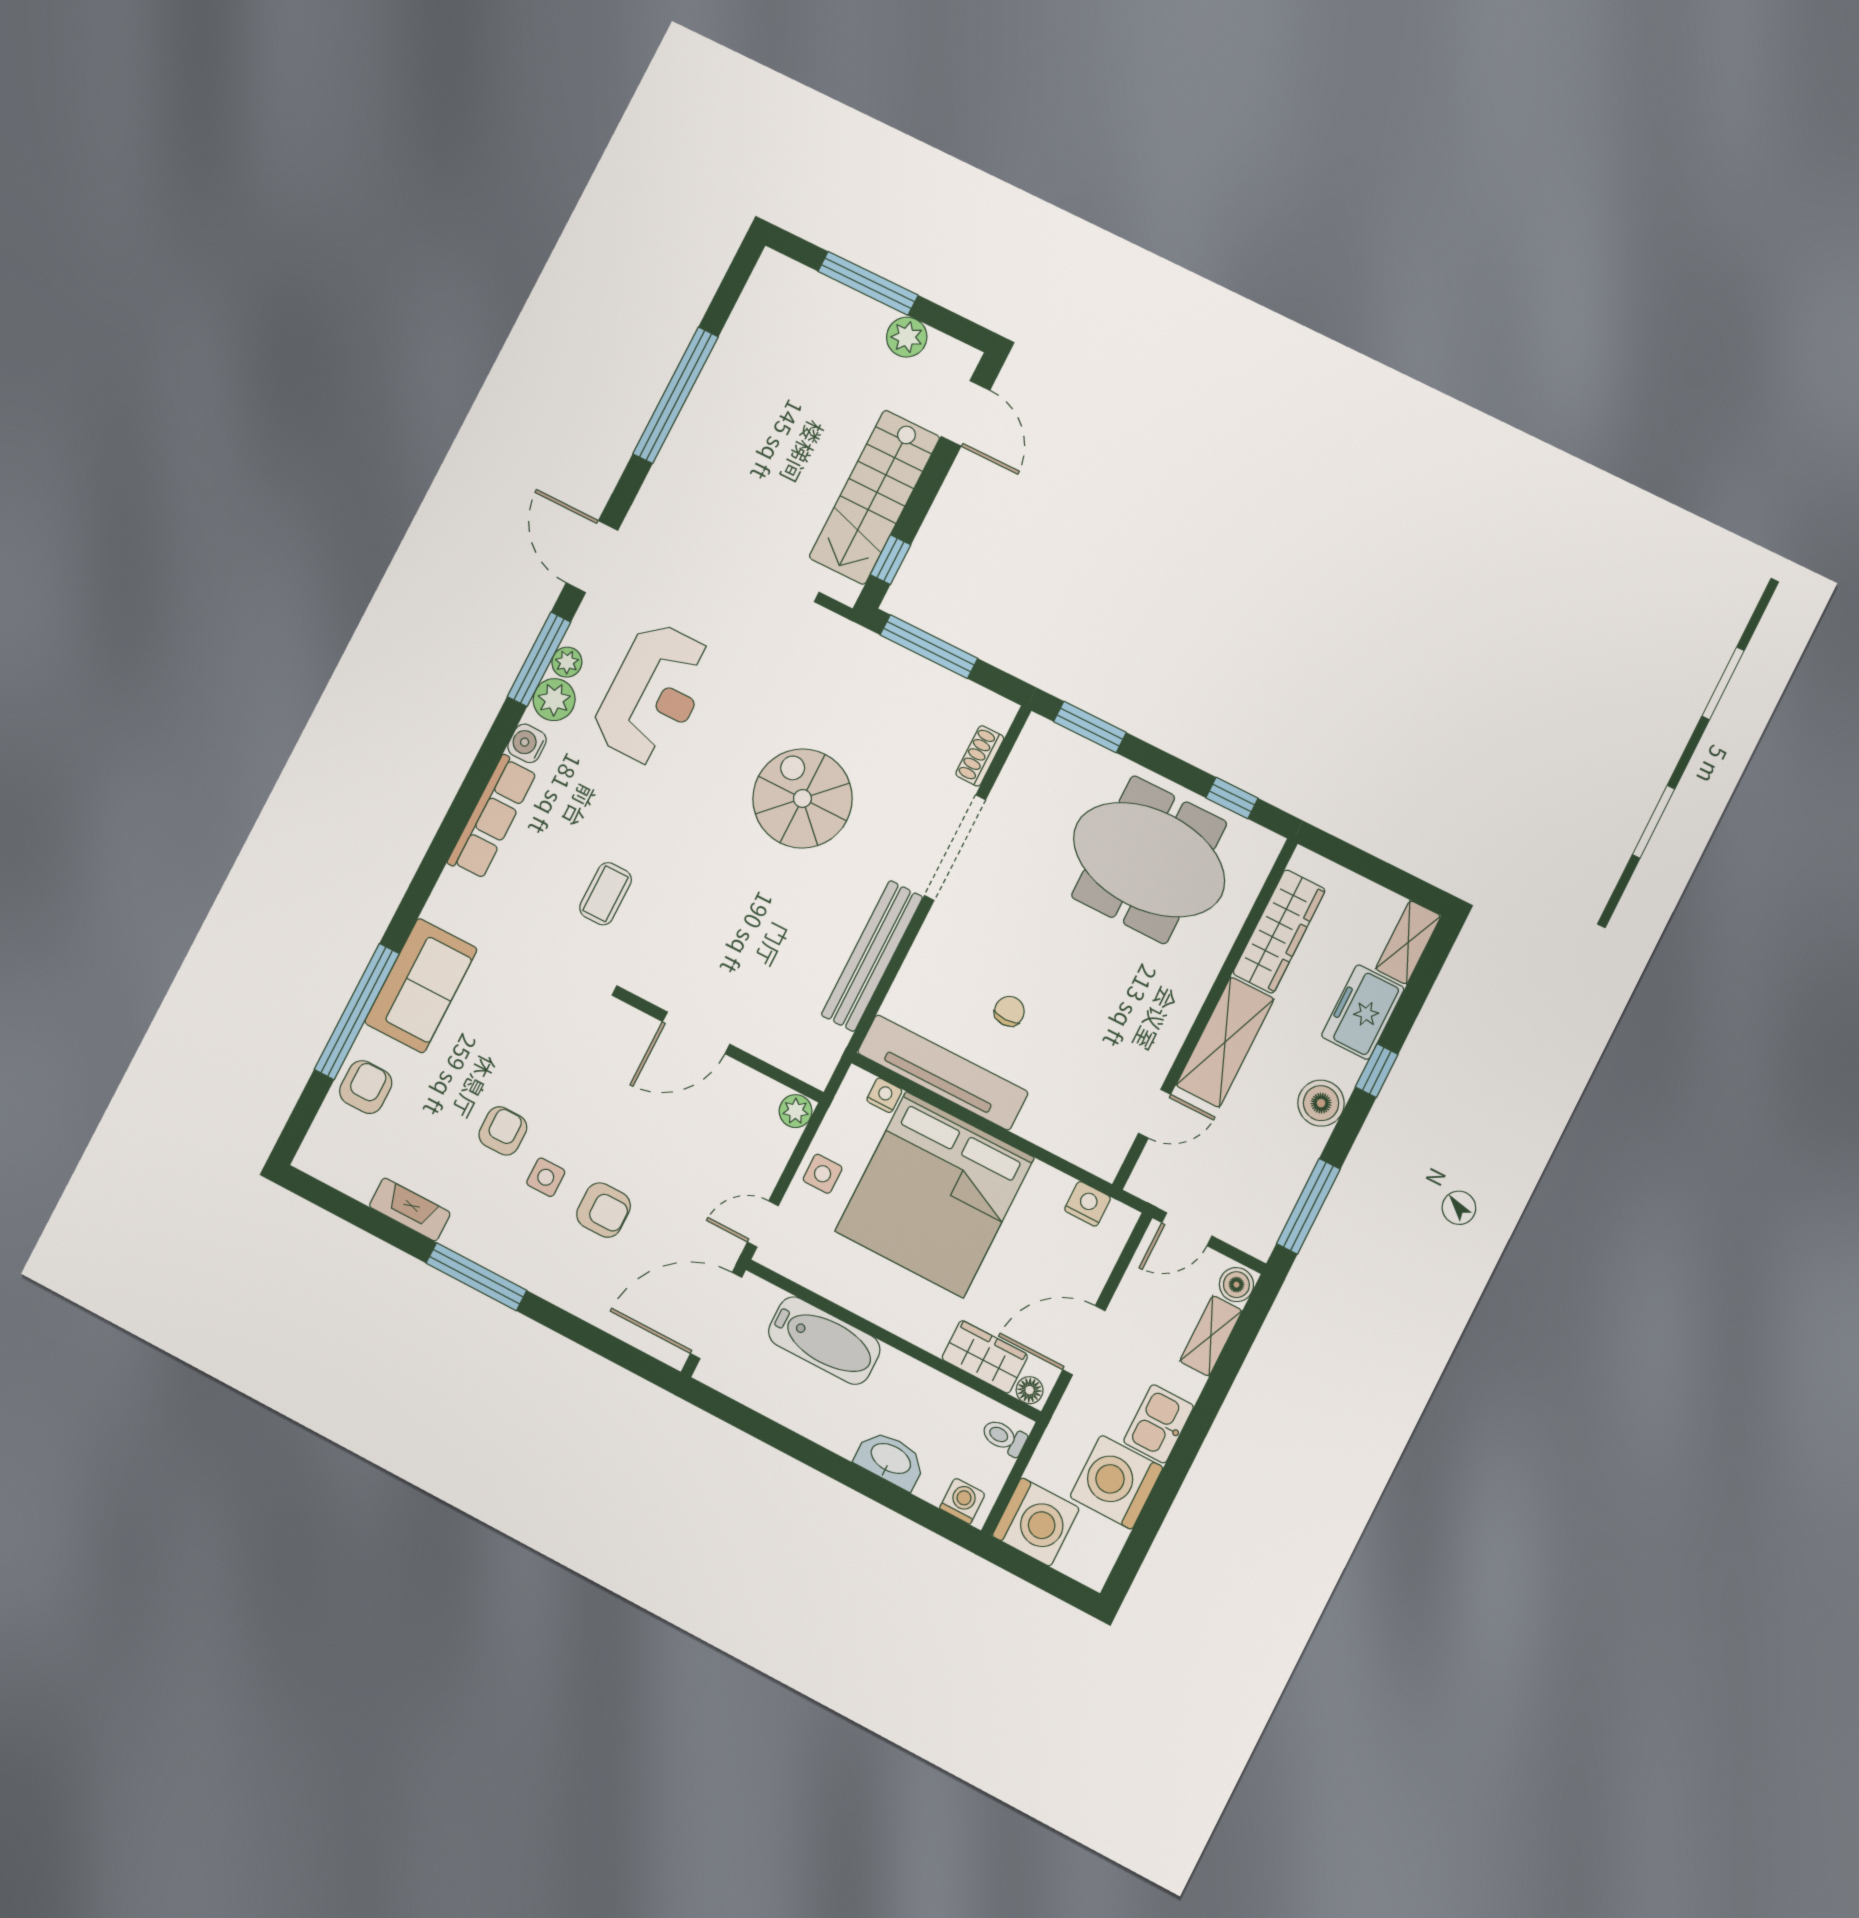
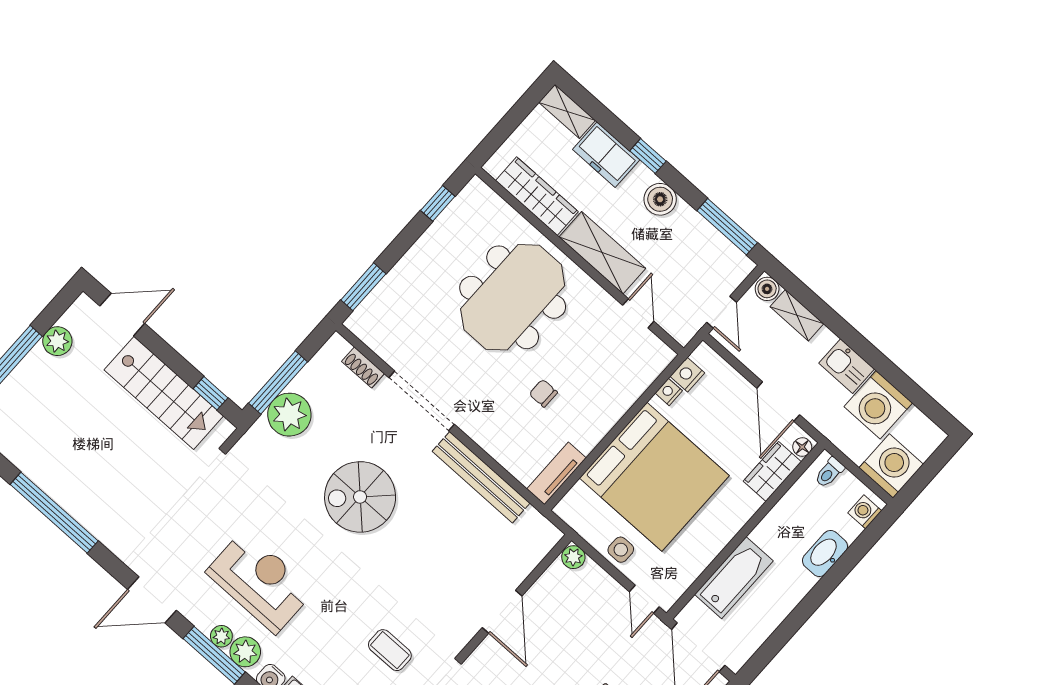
plant: (889, 673) -> (289, 415), added
meeting table: (1149, 860) -> (513, 297), moved
tv unit: (943, 1072) -> (556, 473), width x0.52, depth x0.78
nightstand: (884, 1095) -> (669, 392), moved

